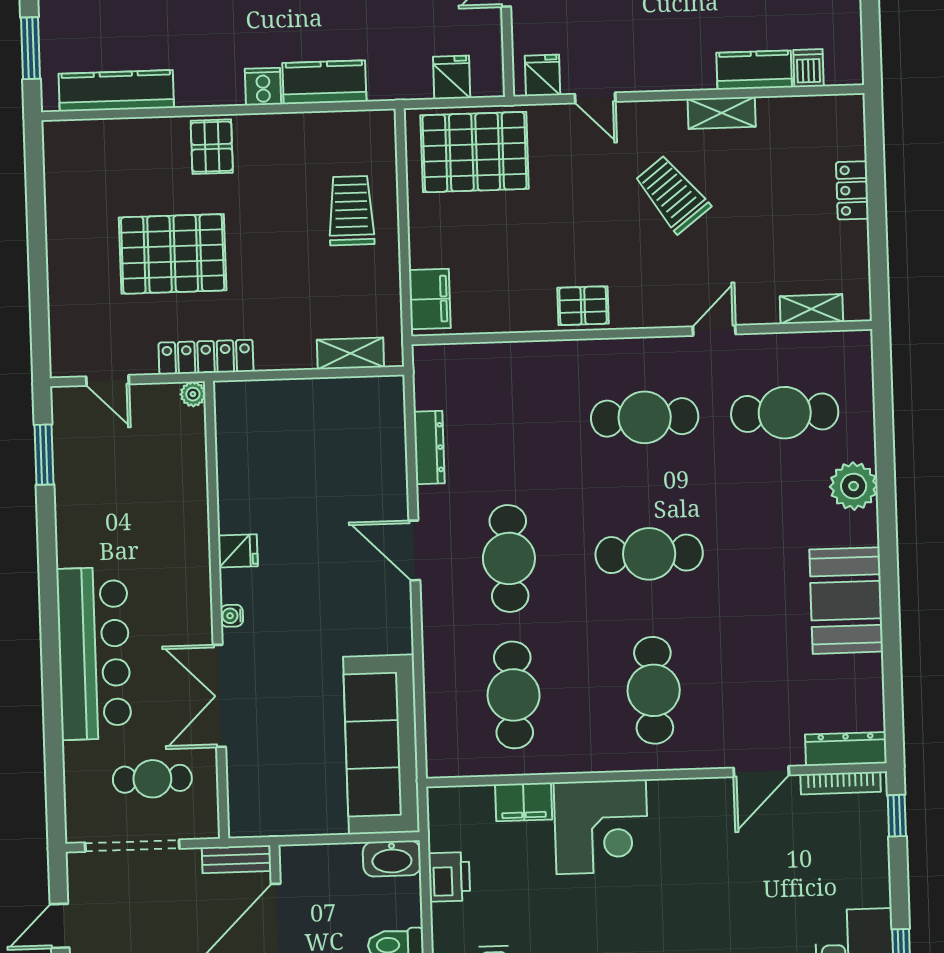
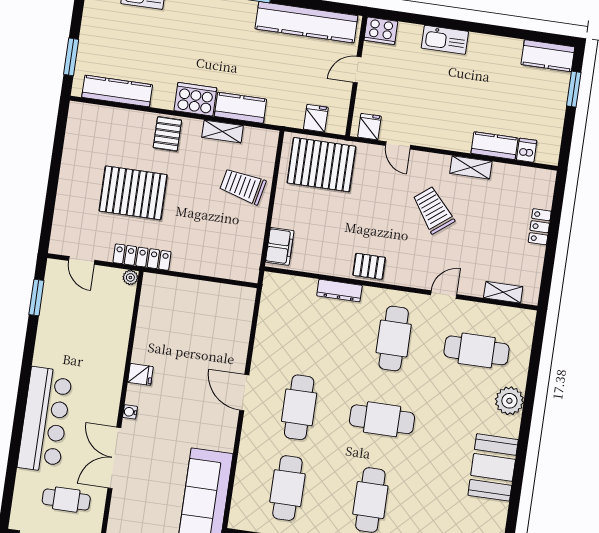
cooker: (263, 87) -> (195, 99), width x1.87, depth x1.31
trolley: (351, 211) -> (243, 186), turned -78
shelving: (350, 353) -> (223, 131), moved
cafe table: (645, 417) -> (394, 338), turned 90
dresser: (429, 447) -> (339, 291), moved, turned 90

